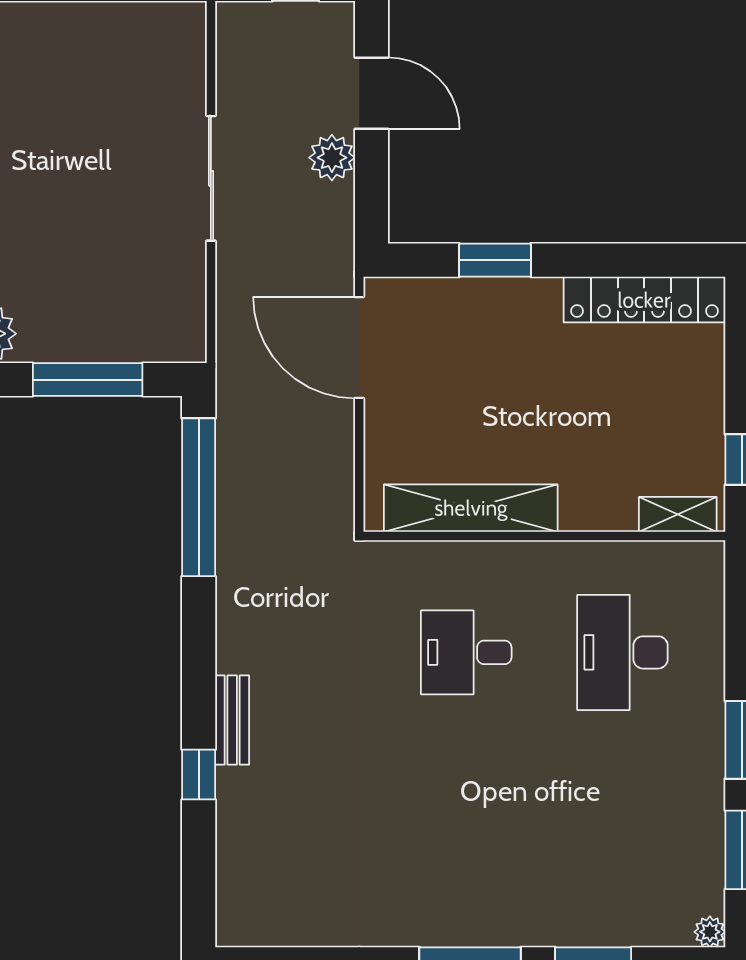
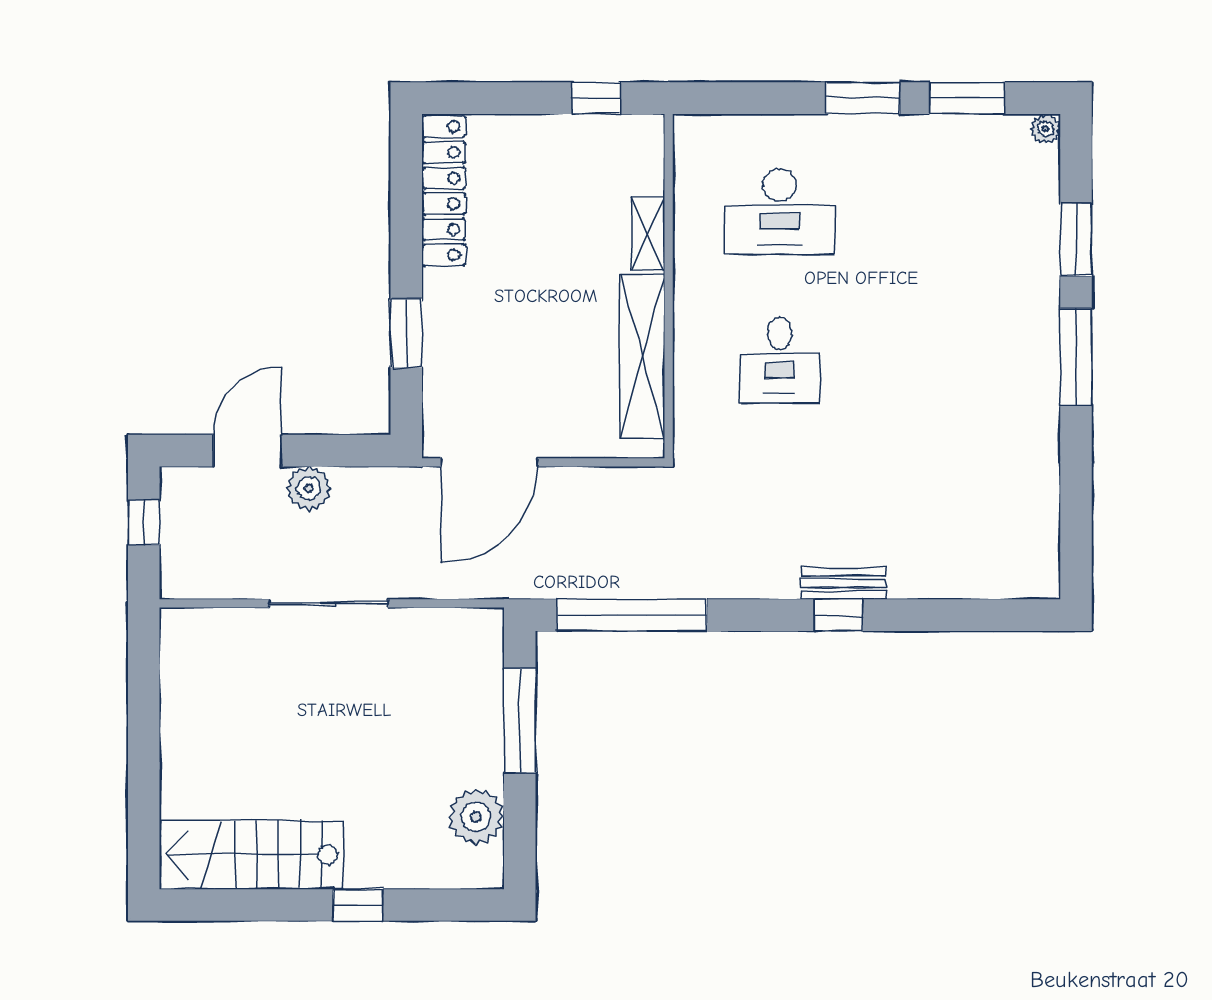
shelving: (678, 514) -> (648, 233), moved
window: (199, 774) -> (839, 615), moved

